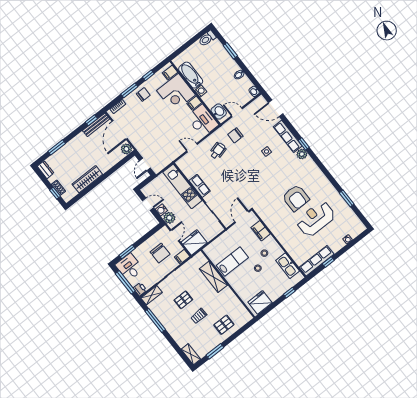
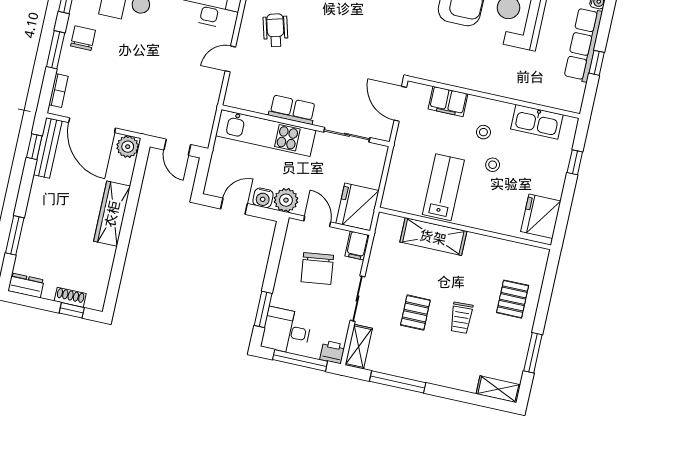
wardrobe: (87, 179) -> (112, 214), moved
chair: (160, 253) -> (317, 268), turned 83
row of seats: (317, 261) -> (583, 45), moved

